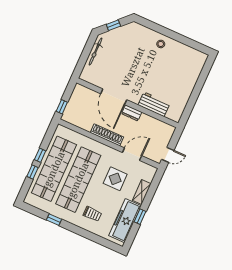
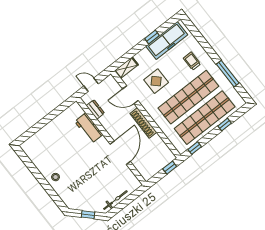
dresser: (132, 113) -> (95, 109), moved
window: (40, 155) -> (195, 148), moved
door: (168, 155) -> (91, 85), moved
shelving: (142, 192) -> (126, 68), moved
window: (54, 220) -> (228, 74), width x2.17

